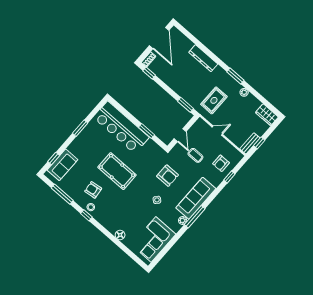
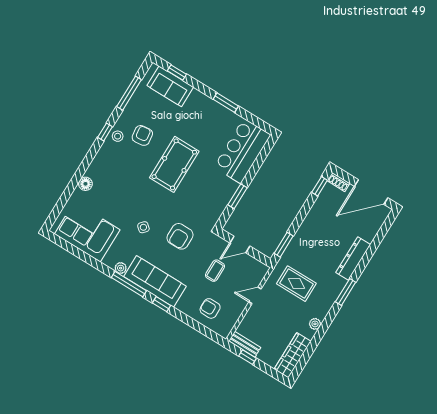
window: (235, 76) -> (346, 292), moved
wardrobe: (267, 115) -> (293, 355), width x1.50
bar counter: (121, 127) -> (242, 151), width x0.73
door: (217, 131) -> (255, 295), swing flipped
window: (229, 177) -> (161, 304), moved

